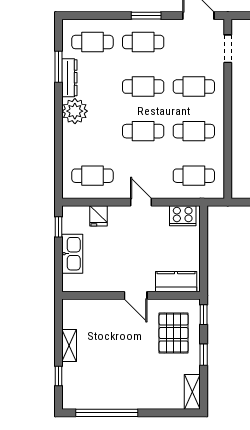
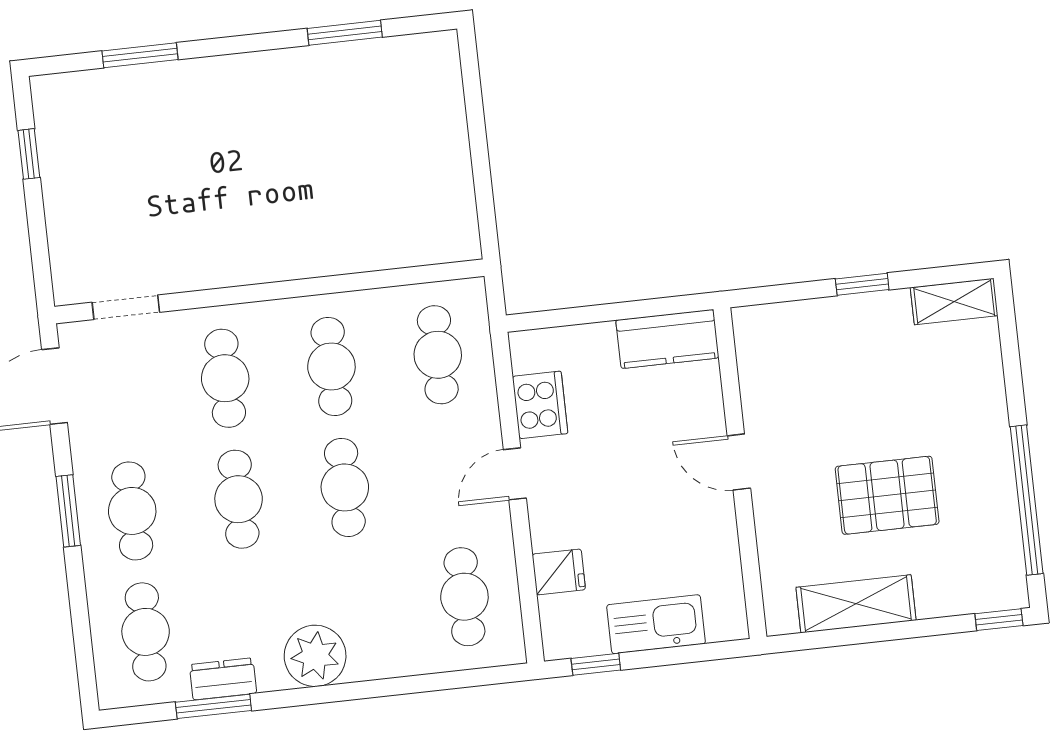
dresser: (69, 78) -> (223, 679), width x0.70
cooker: (183, 216) -> (540, 405), moved
kitchen counter: (176, 282) -> (667, 339), moved, turned -90
door: (136, 295) -> (739, 462), swing flipped
window: (204, 315) -> (767, 295), removed
pallet: (174, 333) -> (887, 495), moved
shelving: (69, 345) -> (856, 604), width x1.50, depth x1.33
window: (59, 376) -> (999, 620), moved

